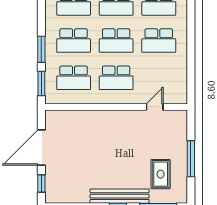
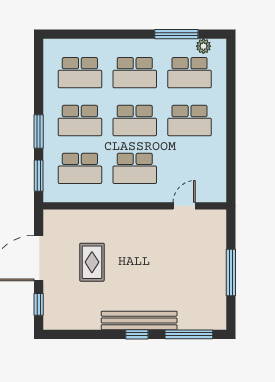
rug: (161, 174) -> (92, 262), moved

